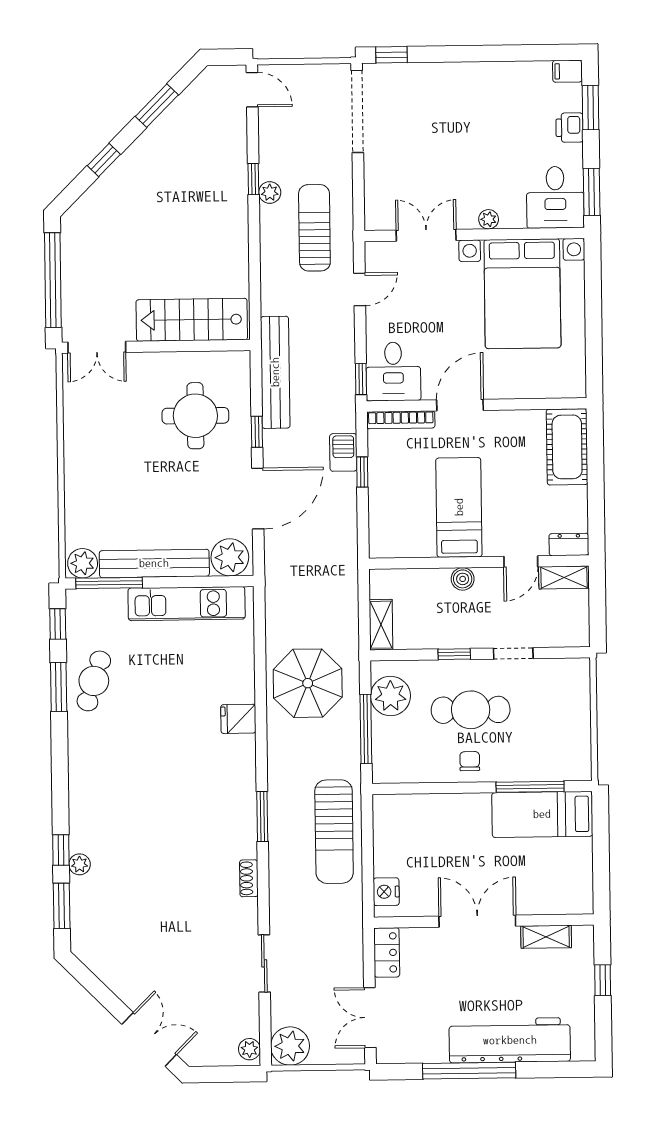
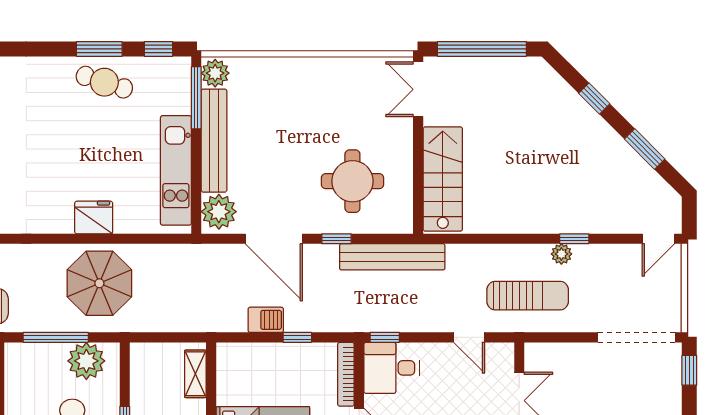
barbecue: (343, 452) -> (266, 320), moved
shelving: (381, 625) -> (195, 374), moved, turned 90
fridge: (238, 719) -> (94, 218), moved, width x1.38

